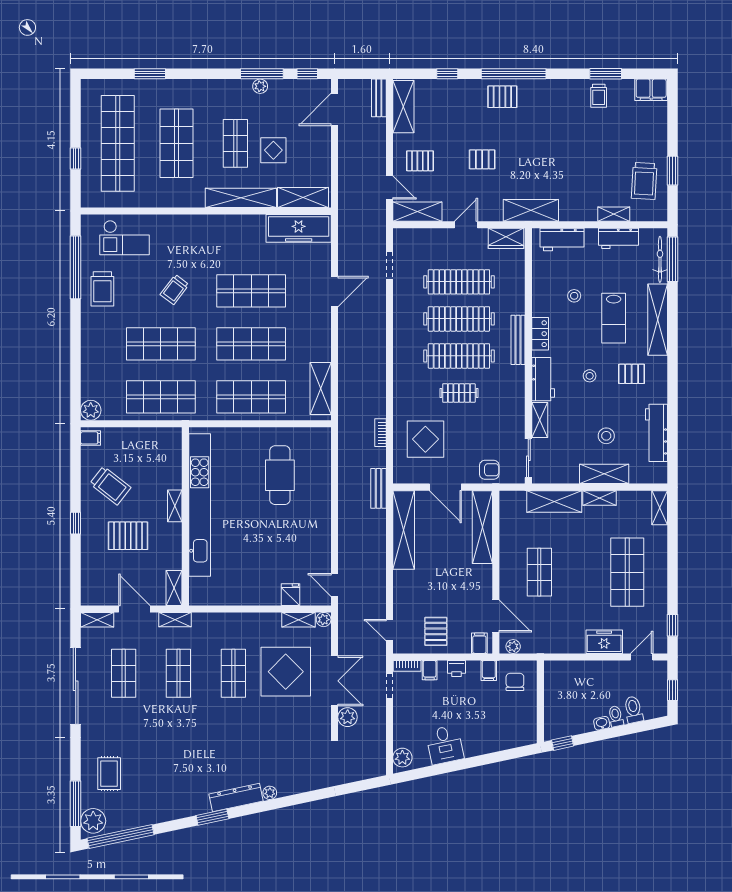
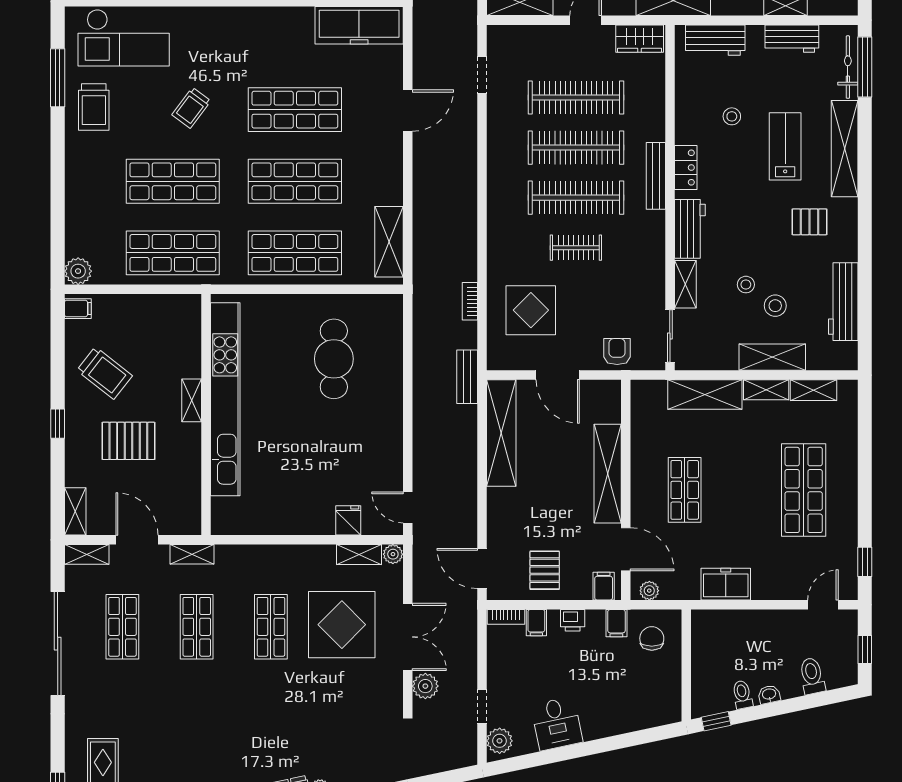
checkout: (124, 238) -> (124, 38), width x1.36, depth x1.21
window: (76, 267) -> (58, 78), width x0.68
lab bench: (614, 318) -> (785, 146), turned 180
stool: (590, 376) -> (746, 285), moved
armchair: (489, 470) -> (617, 352), turned -90
shelving: (660, 508) -> (814, 390), moved, turned 90
shelving: (482, 527) -> (608, 474), moved
shelving: (174, 588) -> (75, 511), moved
door: (389, 630) -> (482, 568), width x1.38
freezer: (604, 642) -> (726, 584), moved
doorway: (389, 686) -> (482, 706), moved
toilet: (616, 716) -> (742, 695), moved

